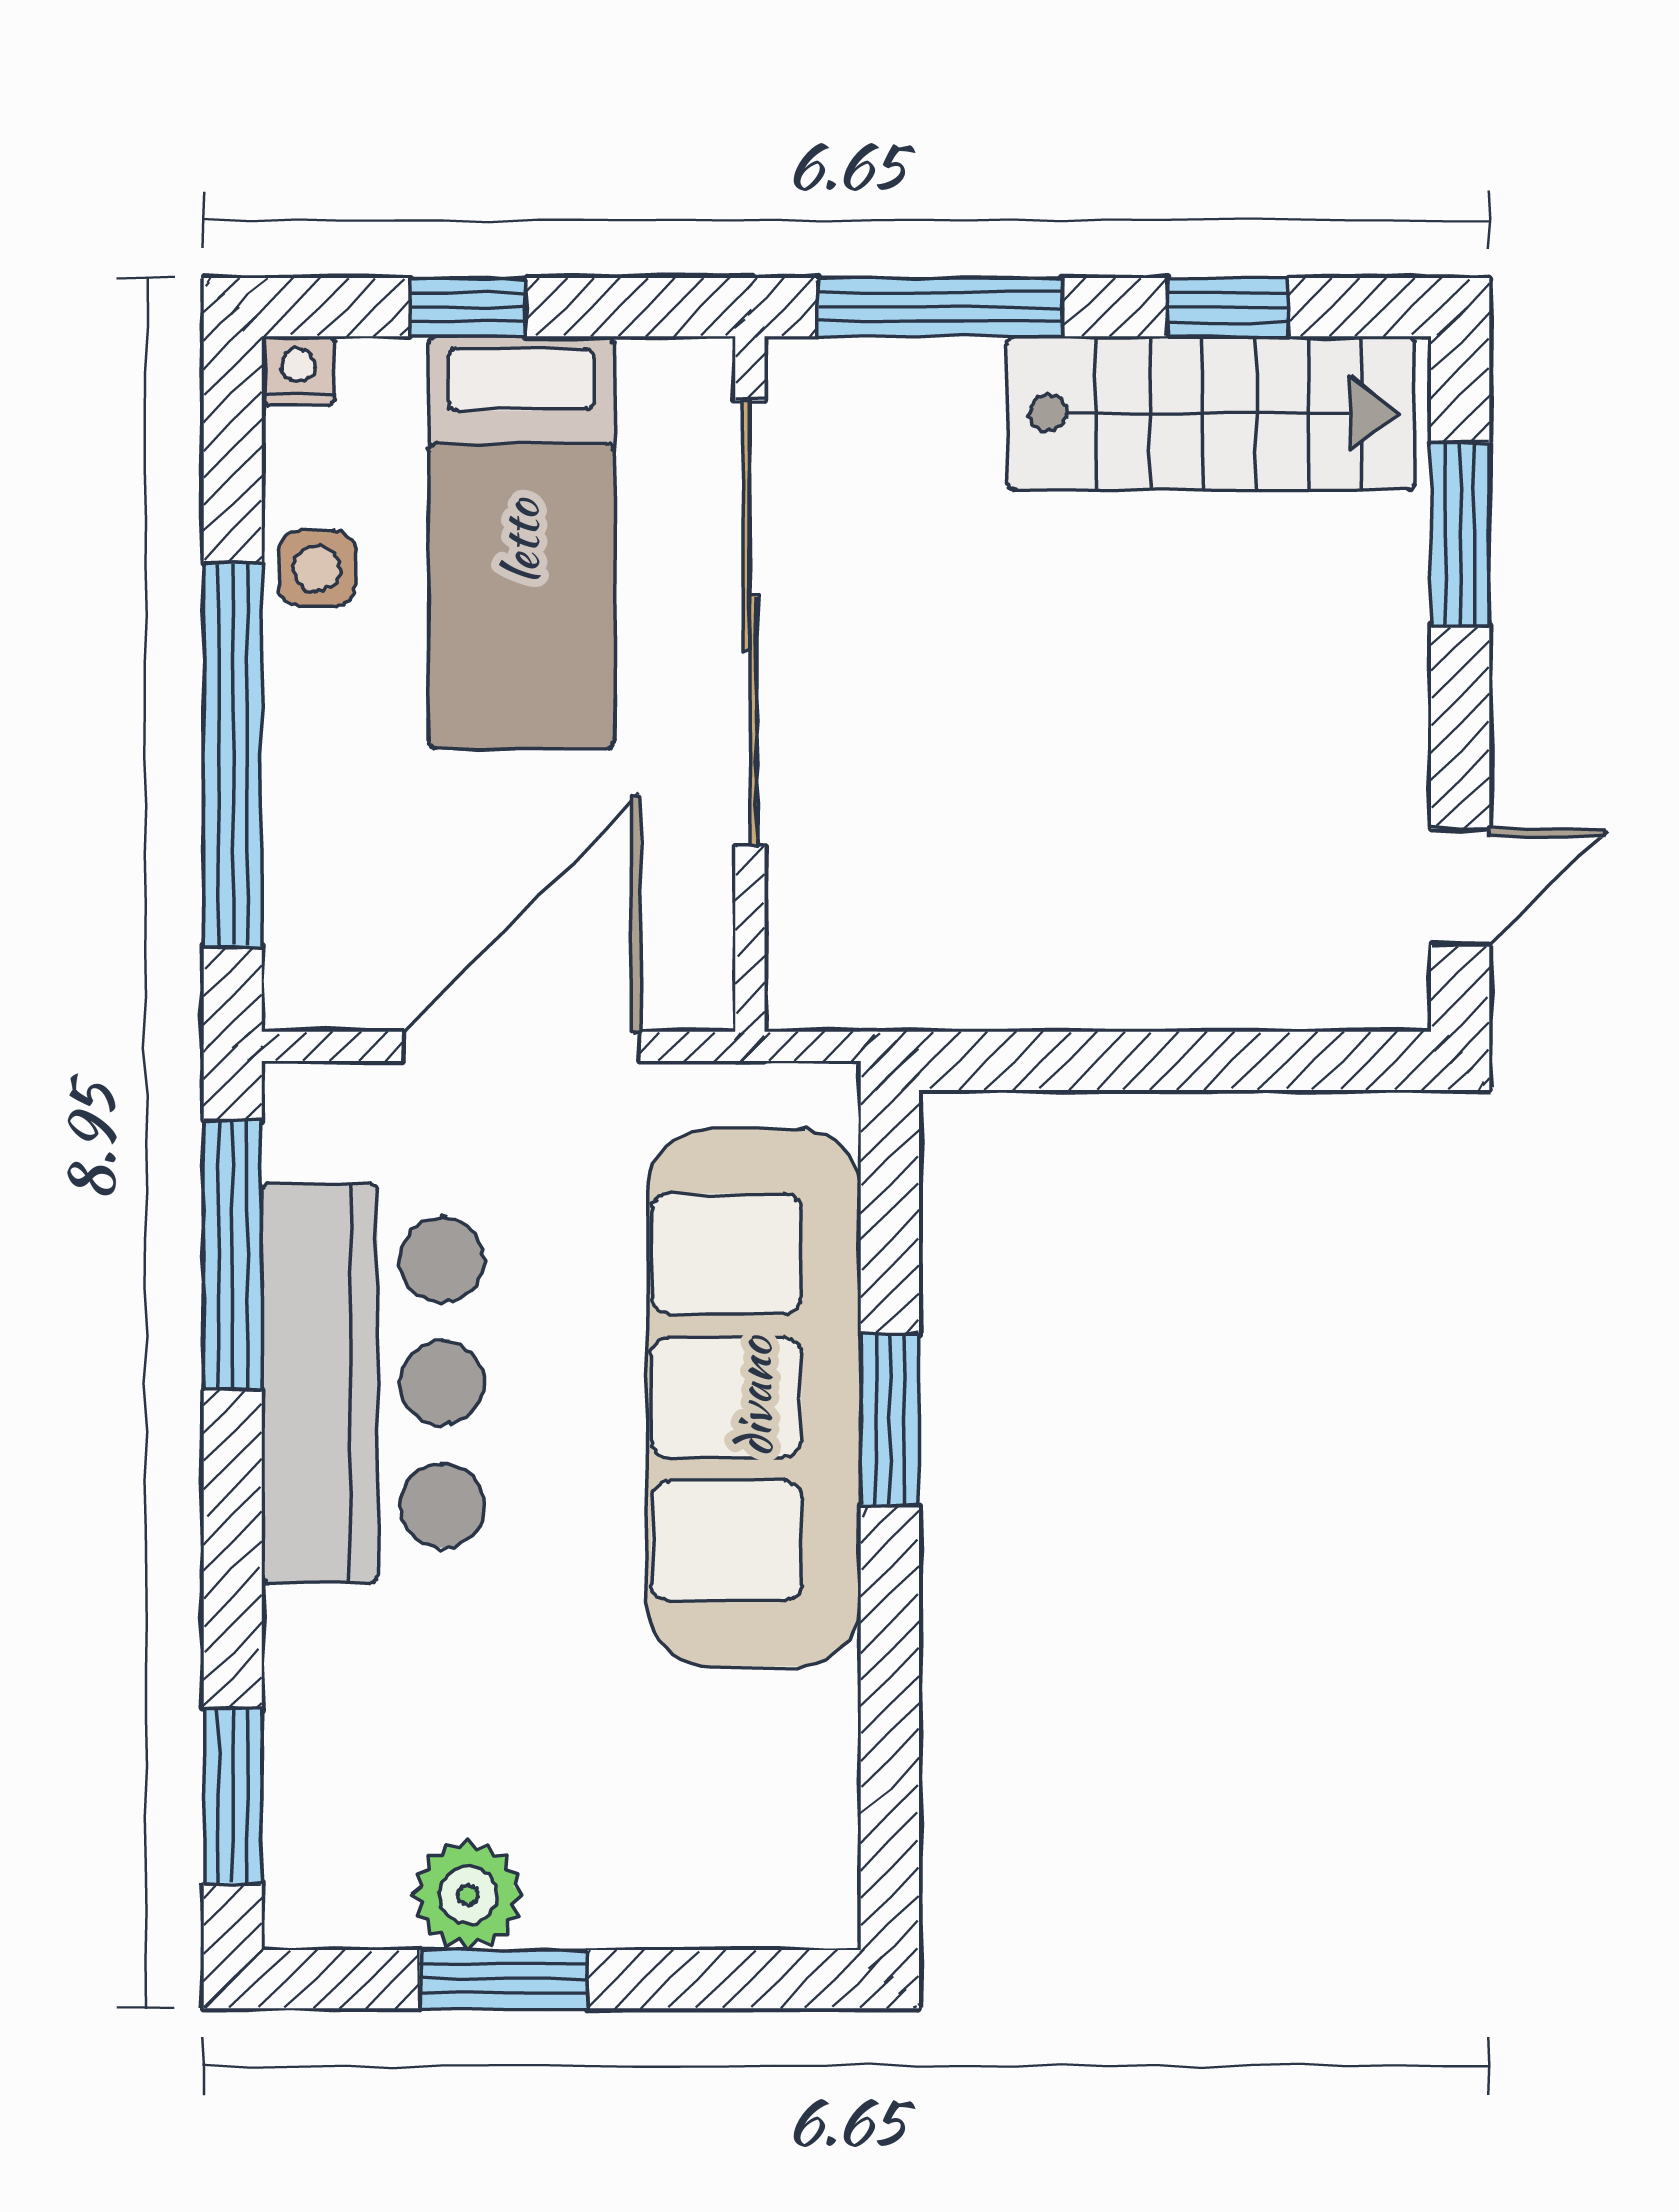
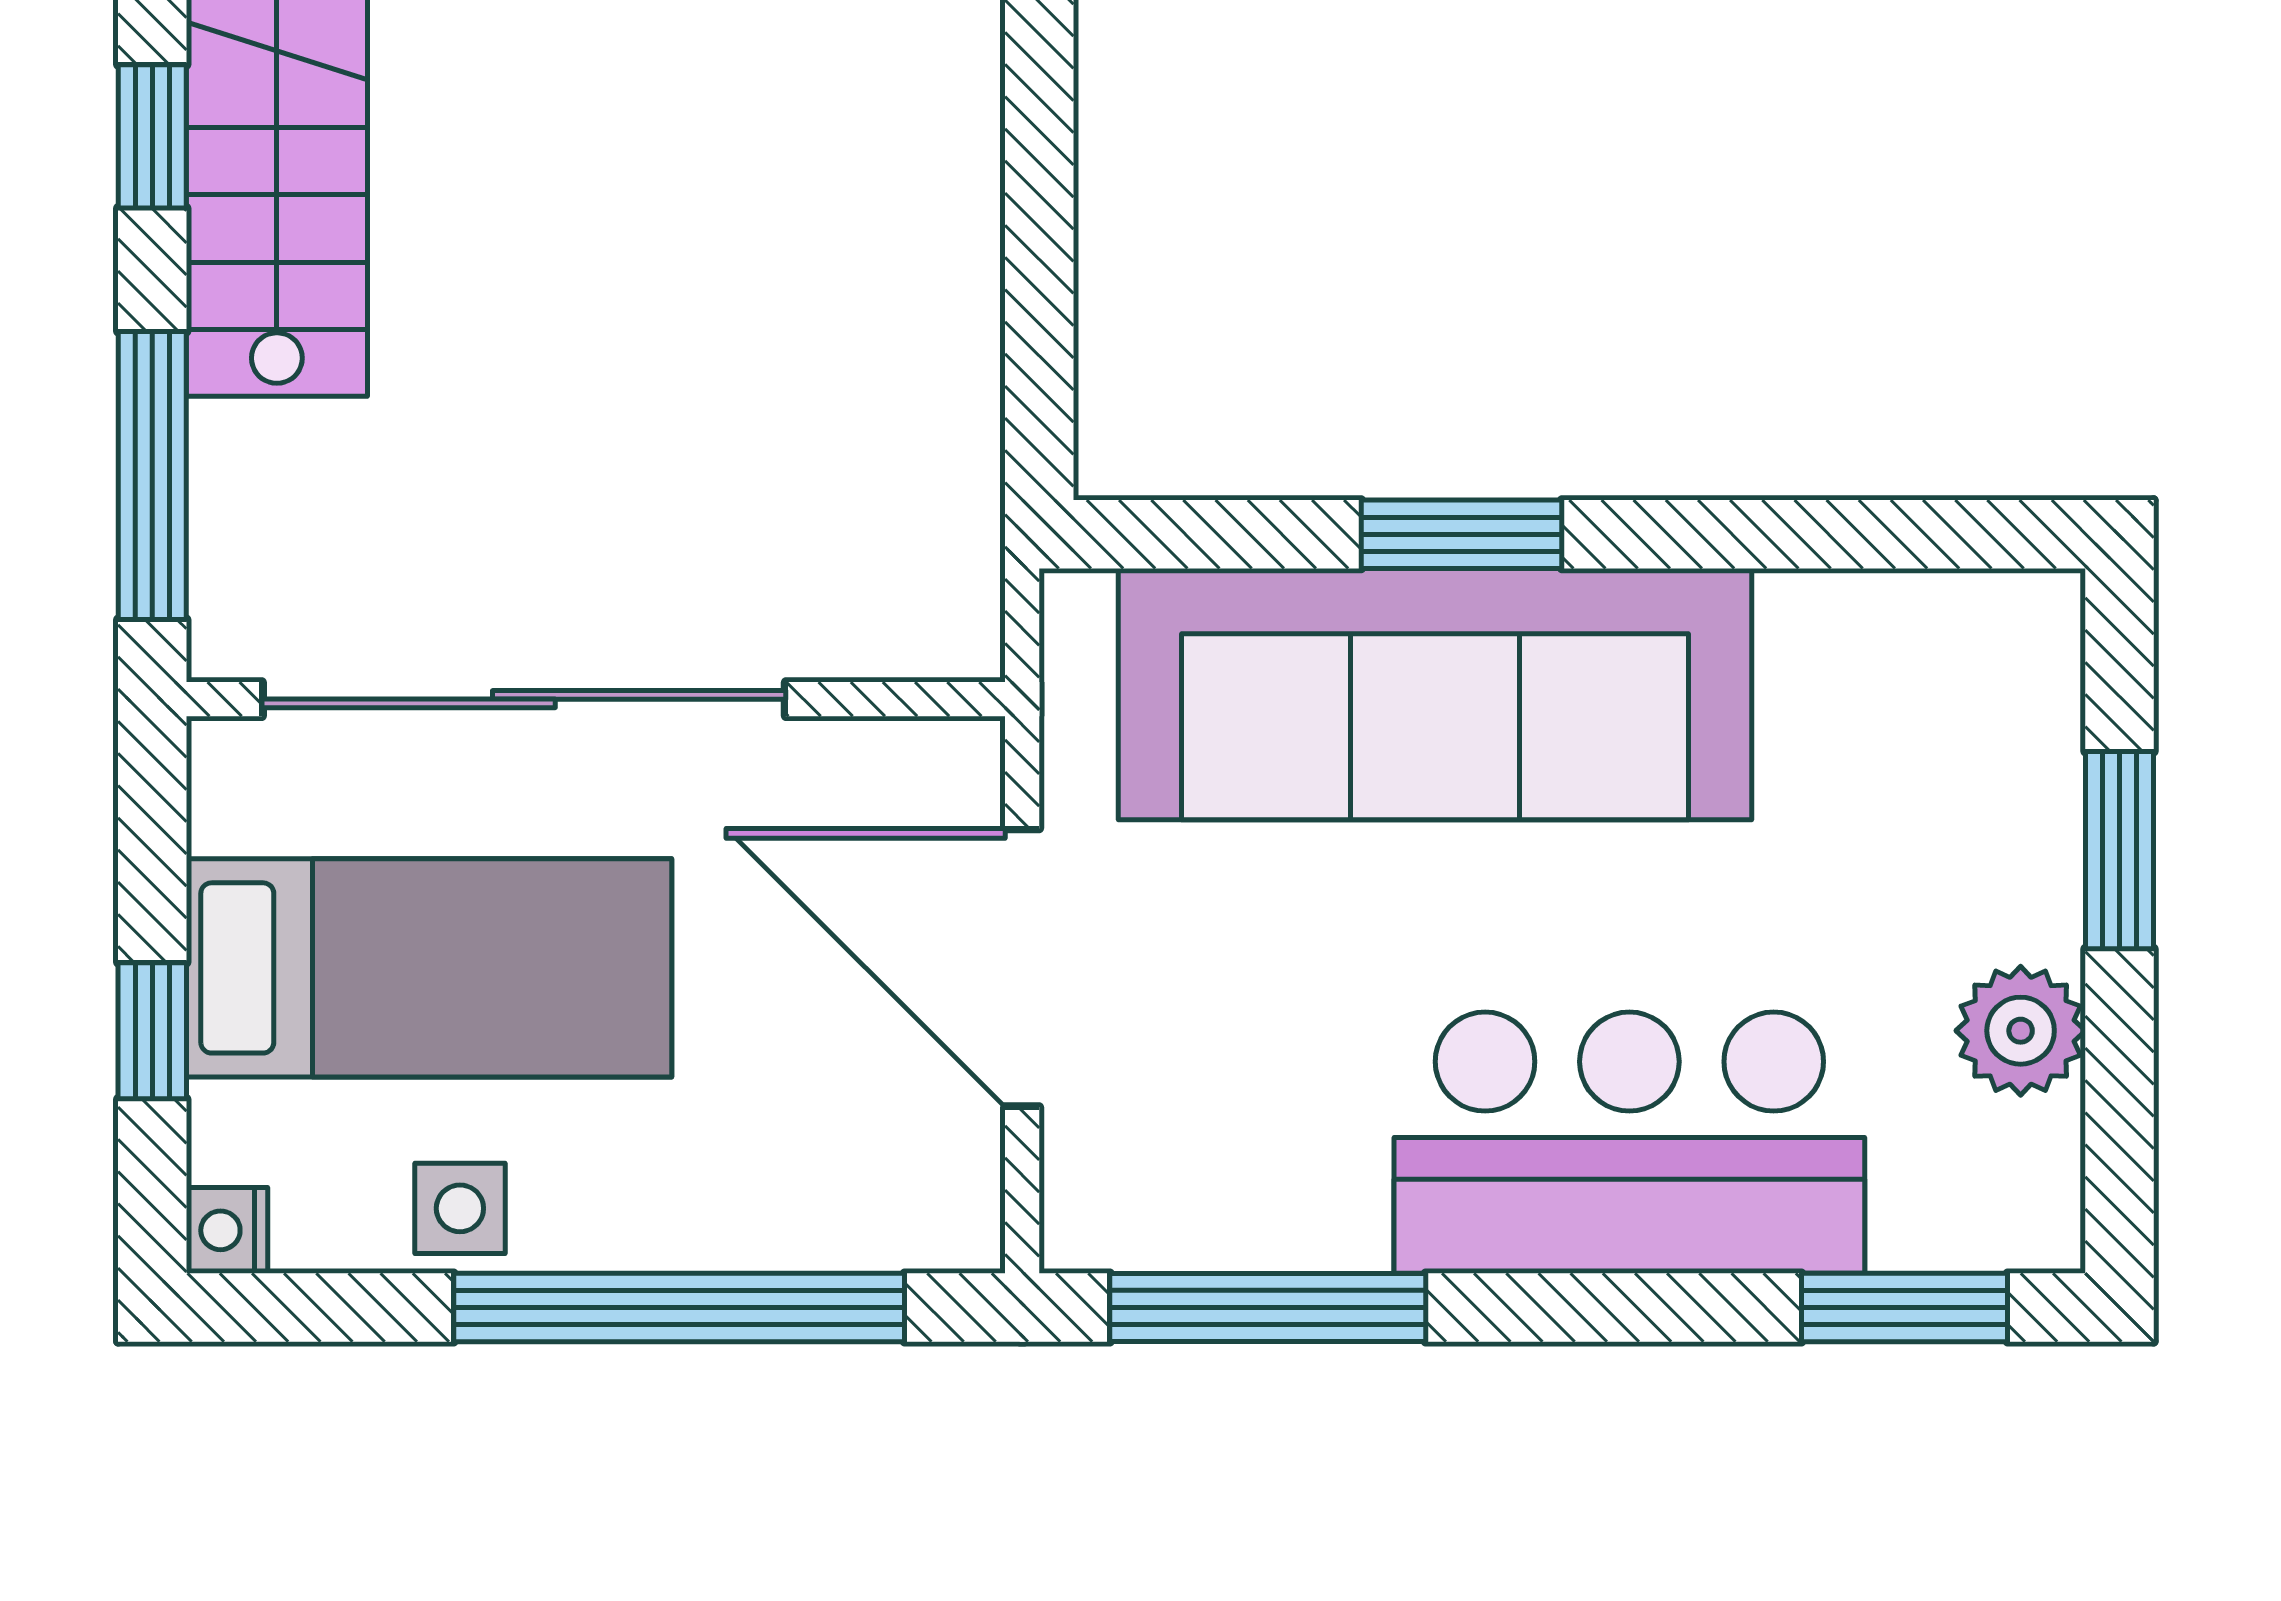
bar counter: (373, 1383) -> (1629, 1143), moved
window: (503, 1979) -> (2119, 850), moved

